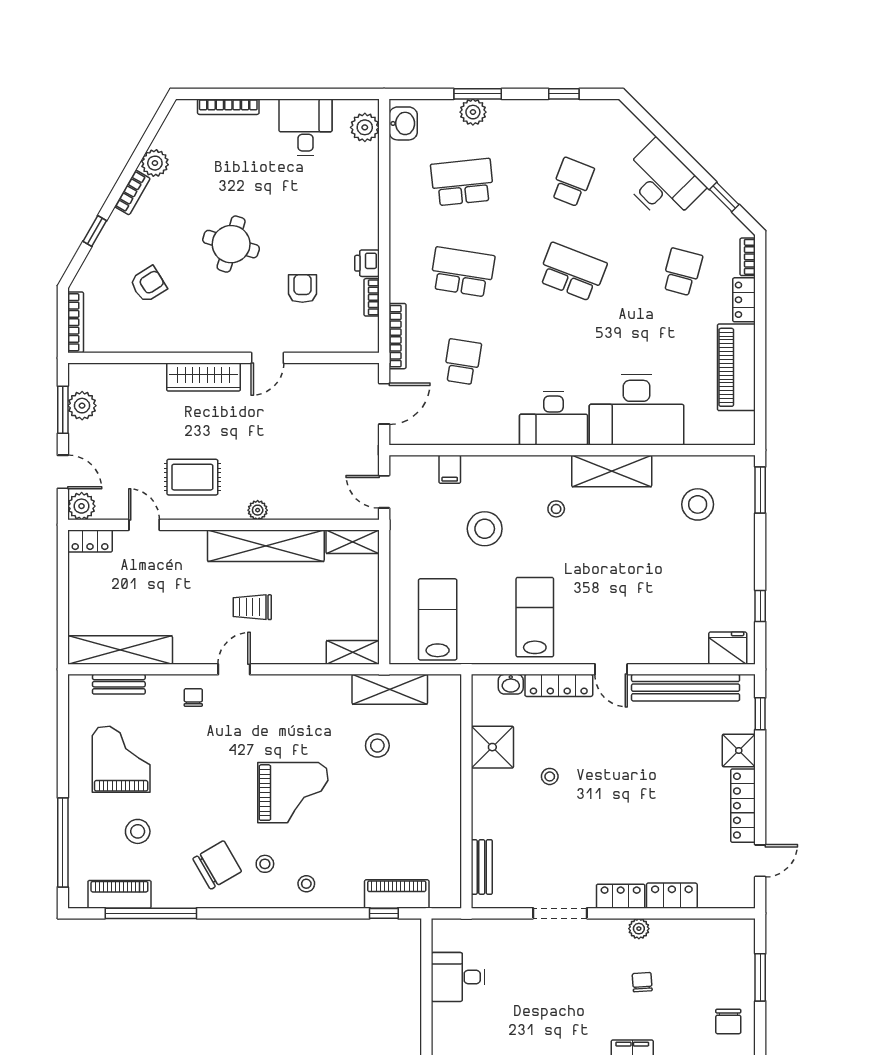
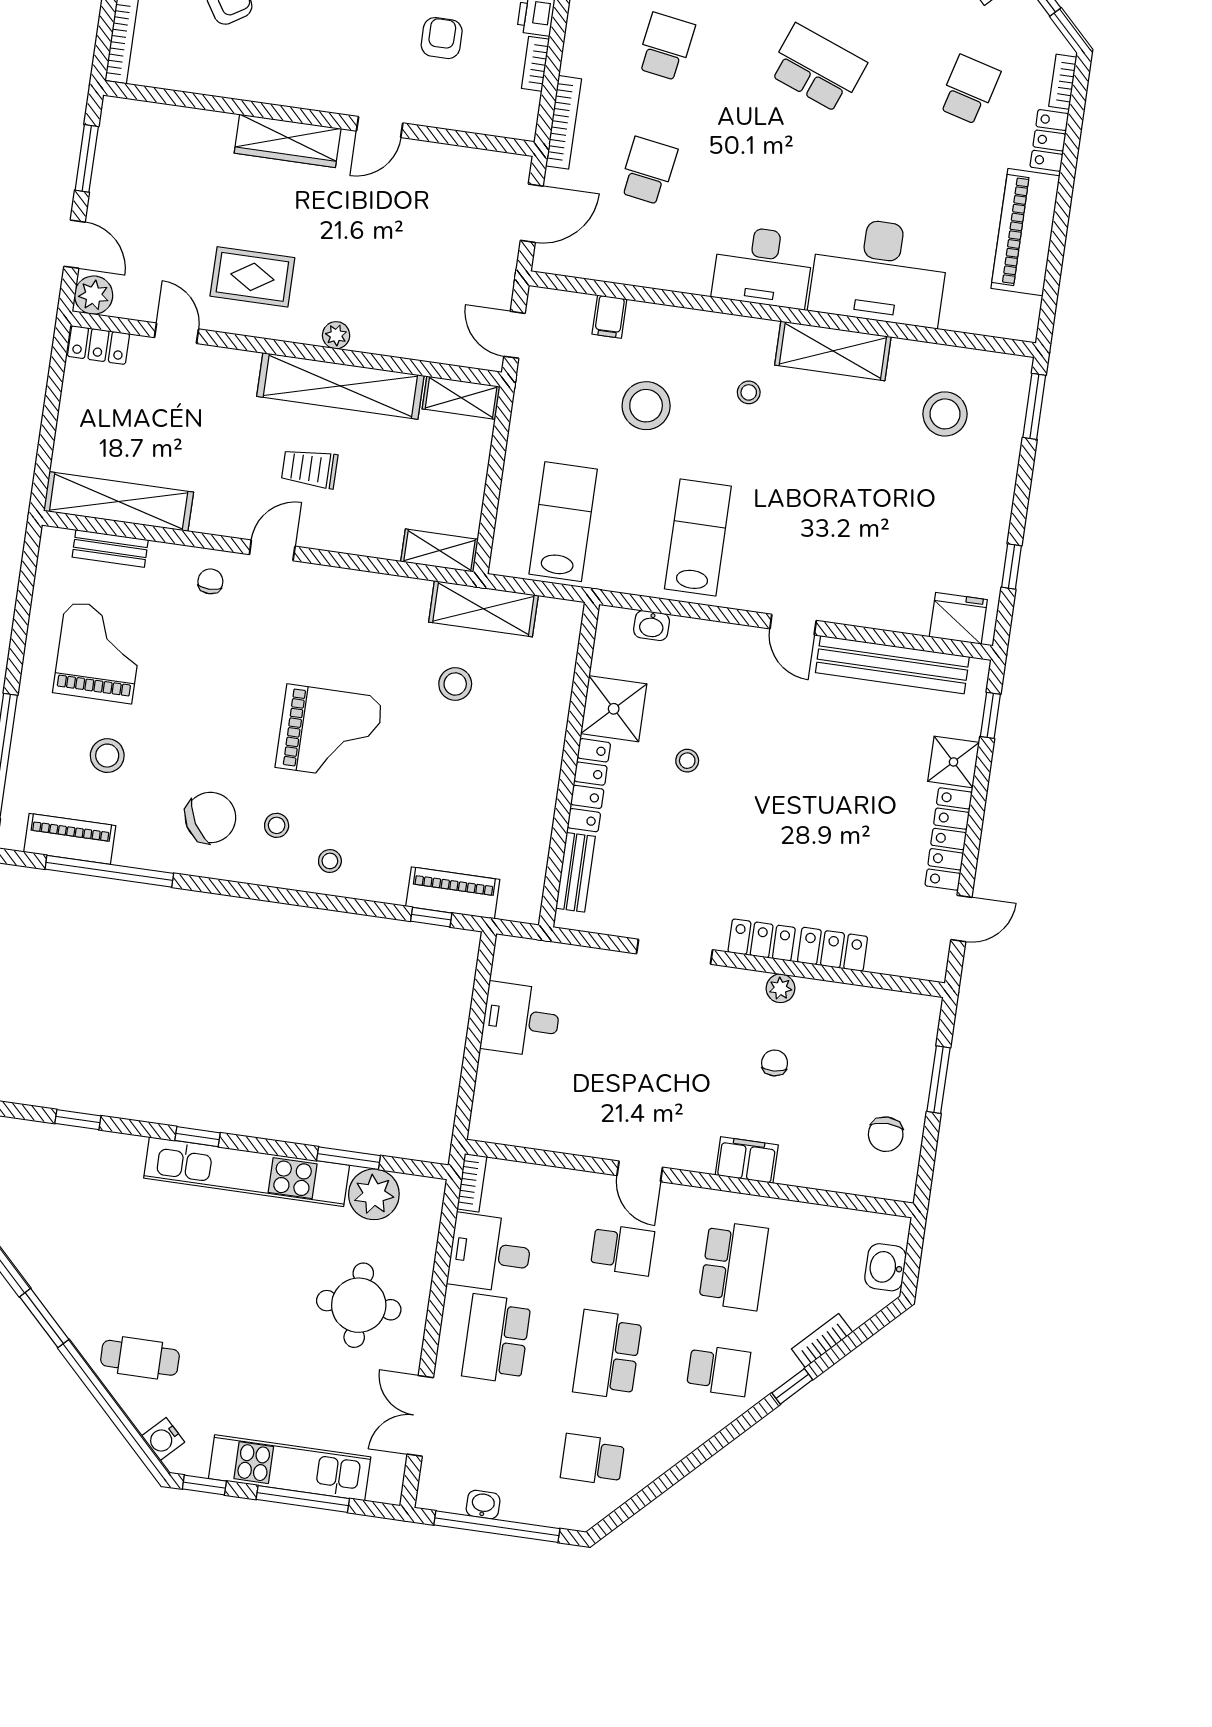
school desk: (462, 272) -> (666, 47), width x0.54
plant: (82, 406) -> (114, 156), removed
locker: (559, 685) -> (589, 785), moved, turned -90

